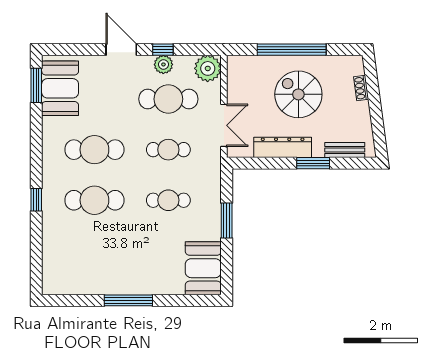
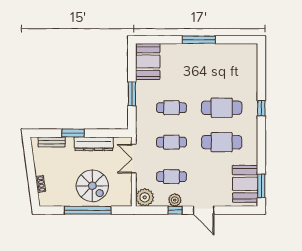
spiral stairs: (298, 94) -> (92, 186), moved
cafe table: (168, 99) -> (171, 177), width x0.73, depth x0.74

